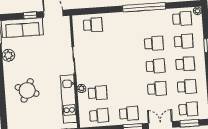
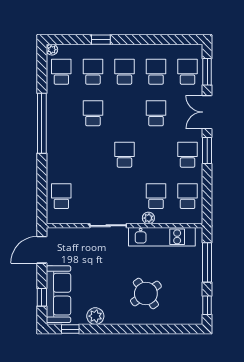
window: (30, 15) -> (42, 297), moved
school desk: (155, 66) -> (124, 155), moved
round table: (27, 90) -> (146, 294), turned 31

